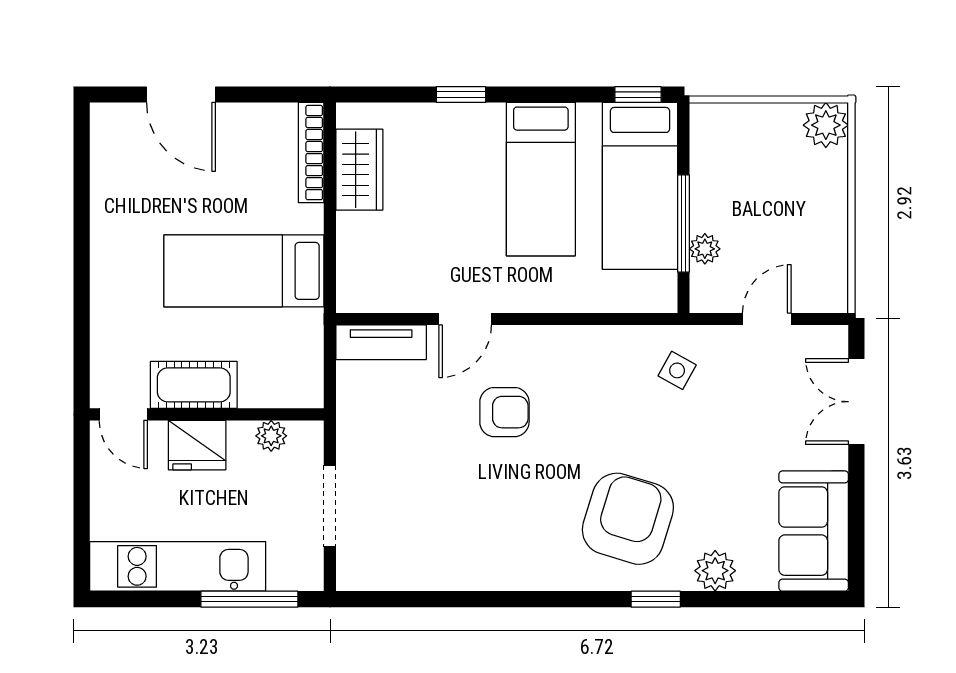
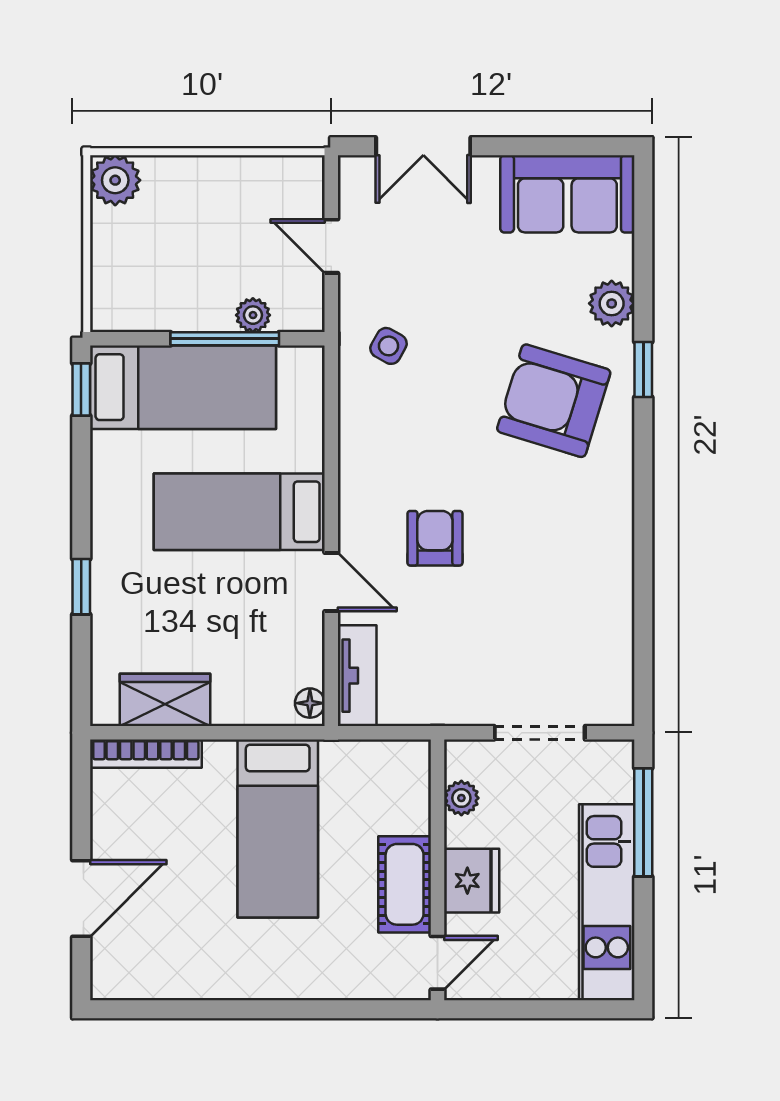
bed: (541, 179) -> (239, 512), moved, turned 180
floor lamp: (356, 300) -> (310, 703), added

